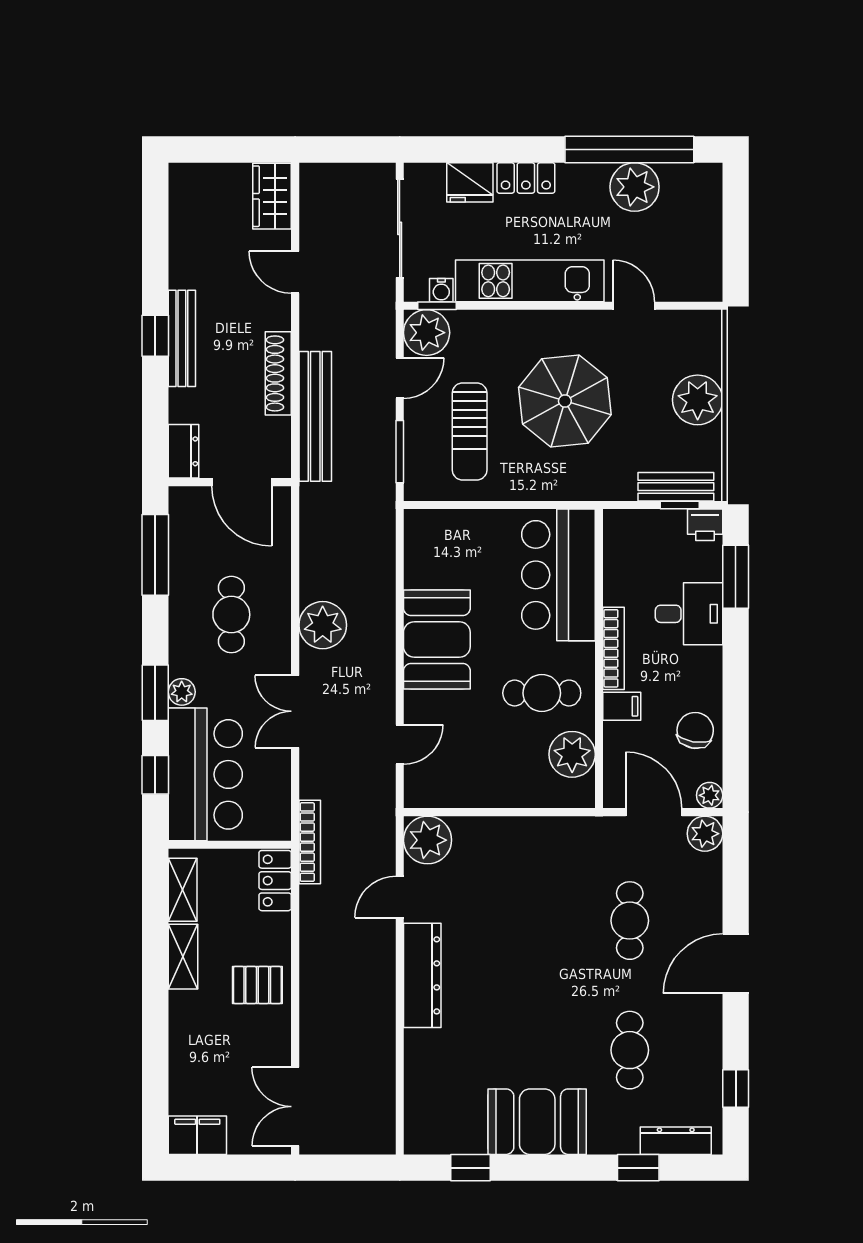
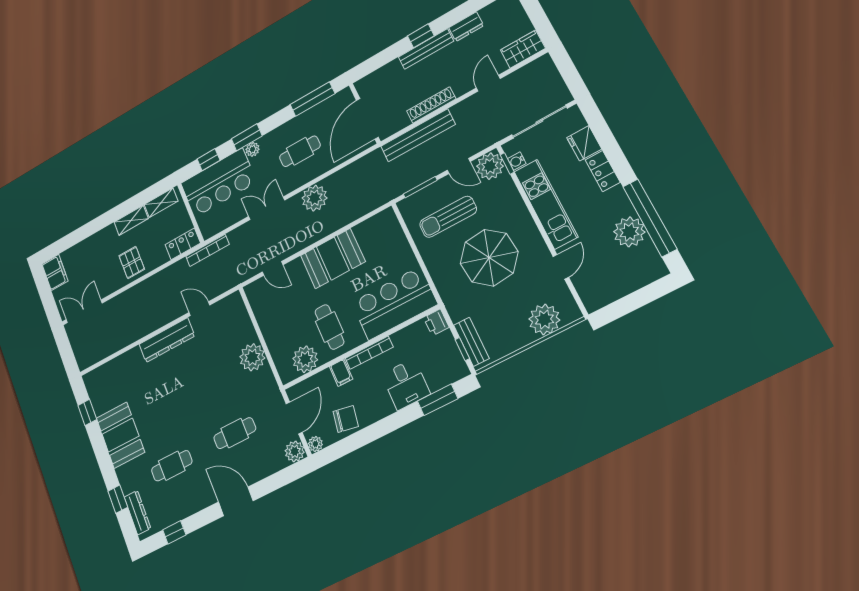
plant: (698, 400) -> (544, 320), moved
dresser: (183, 451) -> (466, 27), moved
door: (242, 482) -> (367, 119), width x1.36
printer: (705, 525) -> (436, 322), moved
plant: (428, 840) -> (252, 357), moved

